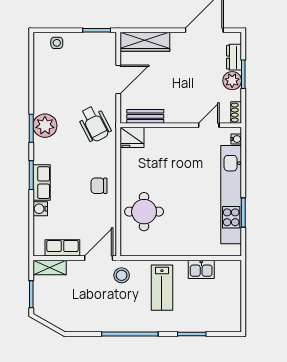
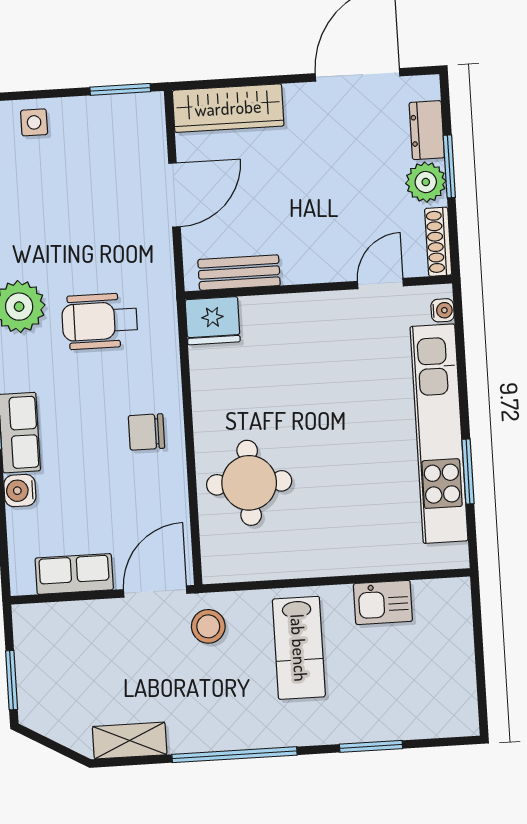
shoe rack: (236, 113) -> (438, 242), width x1.43
wheelchair: (94, 124) -> (100, 321), moved, turned 117
shelving: (50, 267) -> (130, 741), moved

